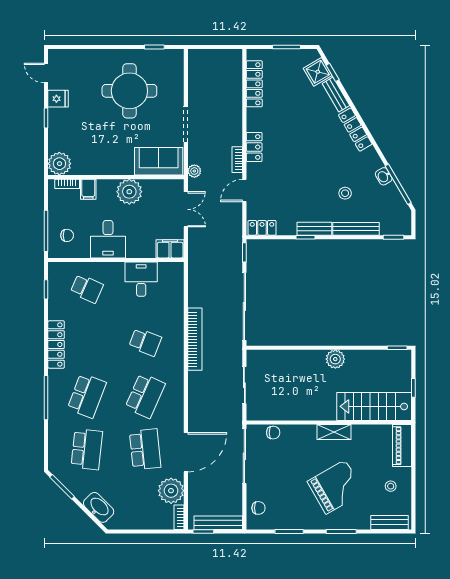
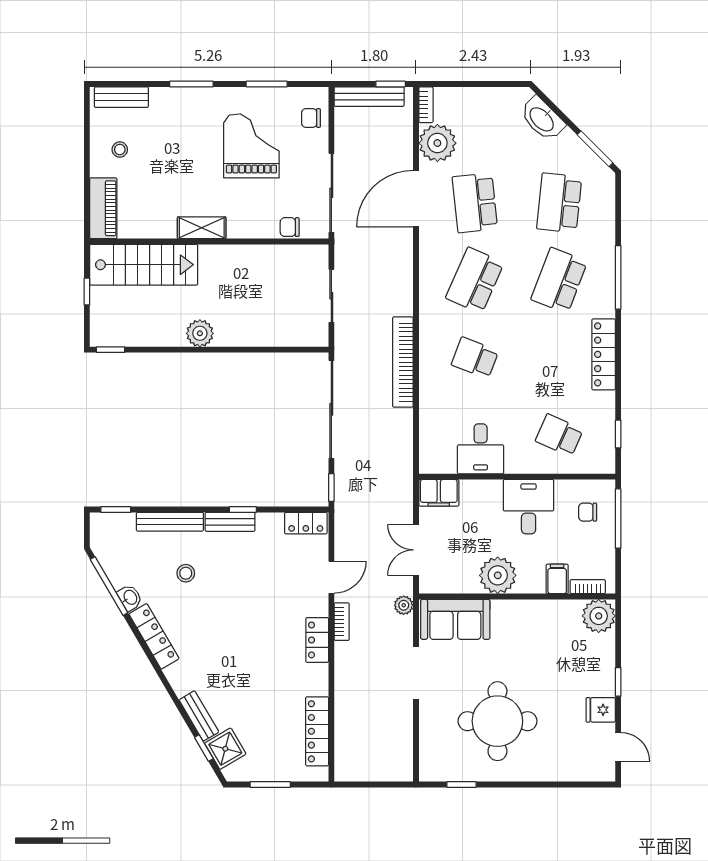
locker: (355, 130) -> (154, 636), moved
grand piano: (336, 487) -> (251, 146), moved, turned 120

